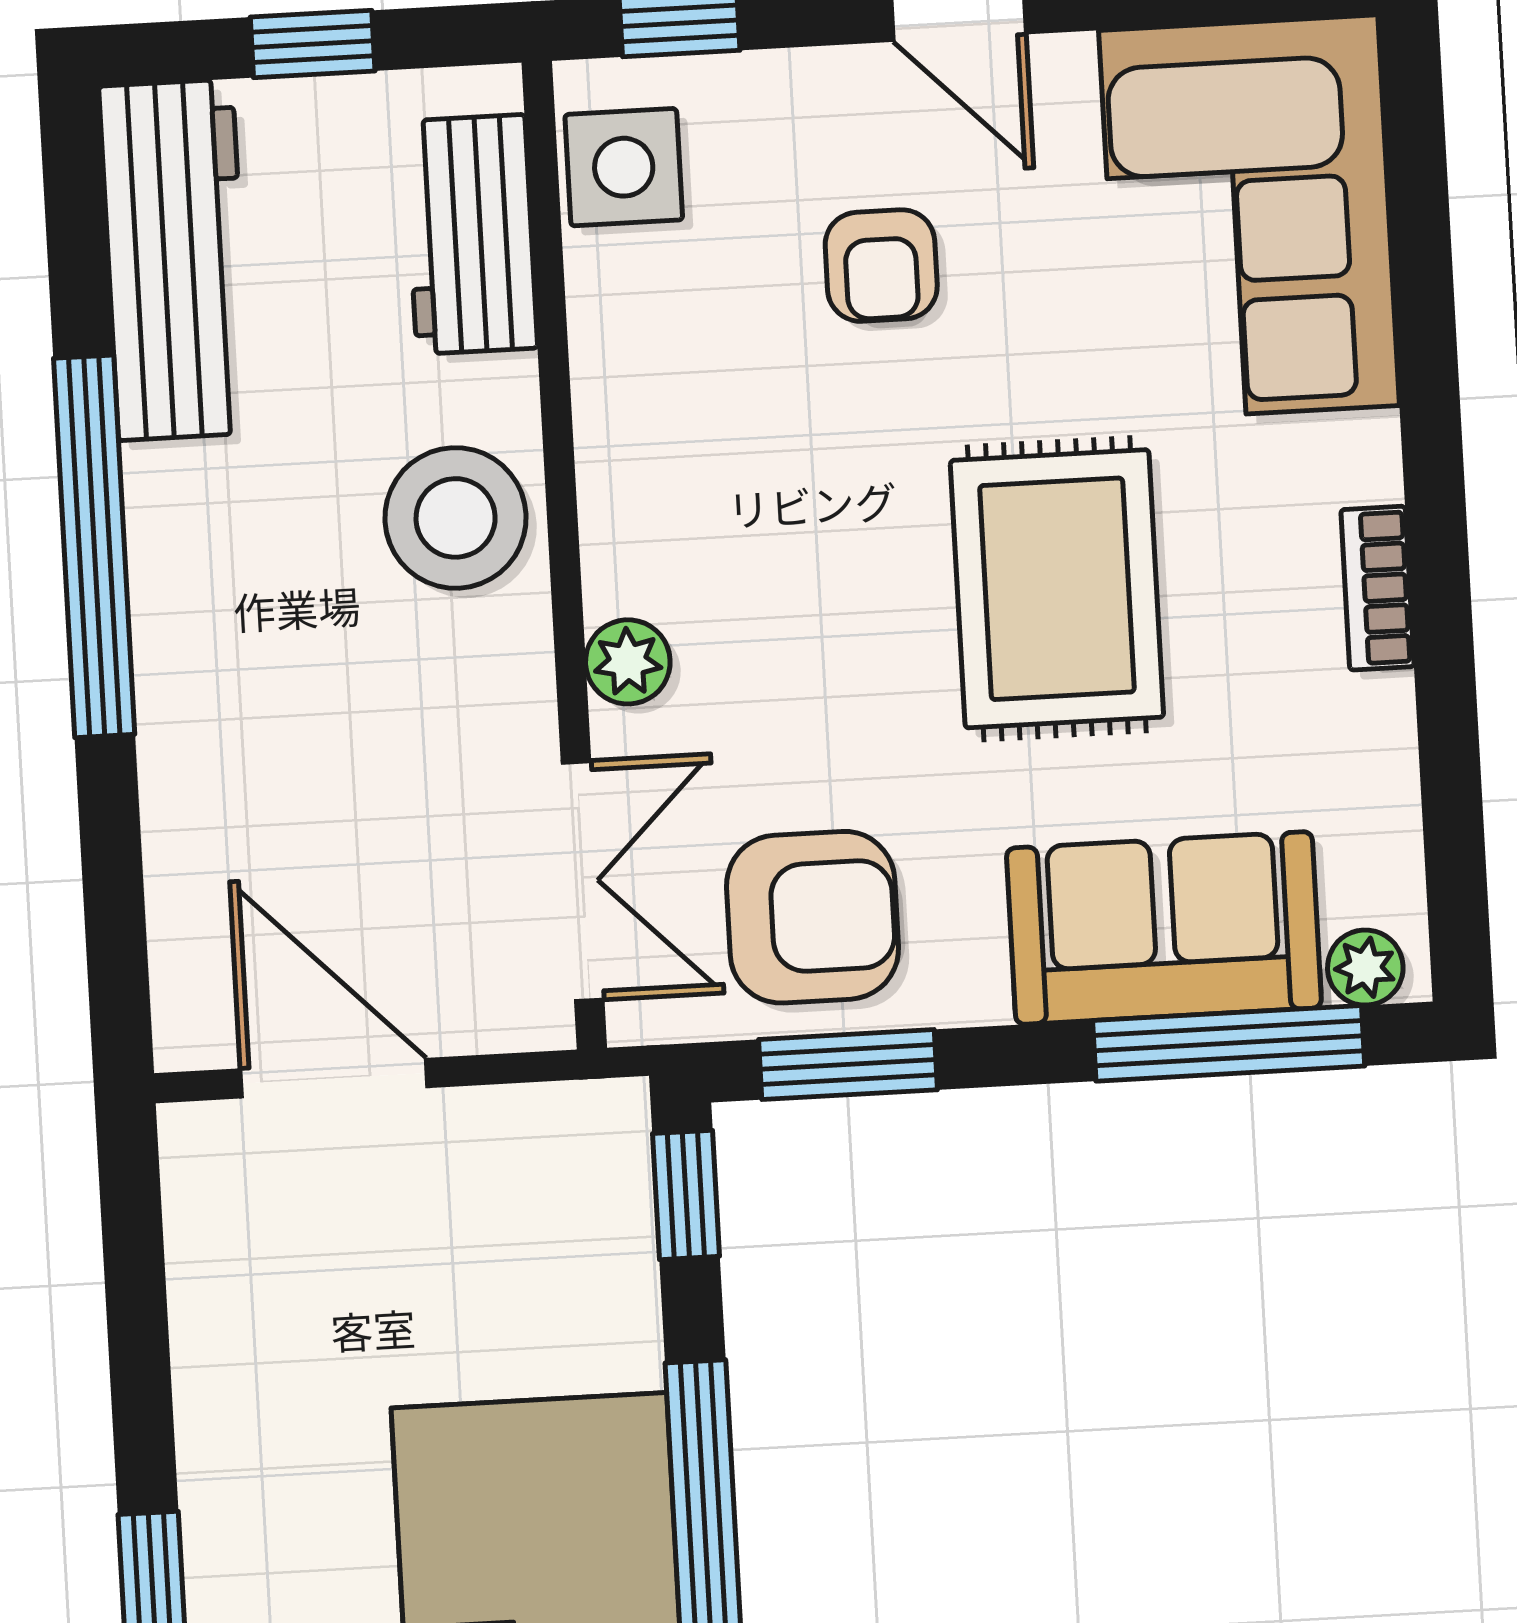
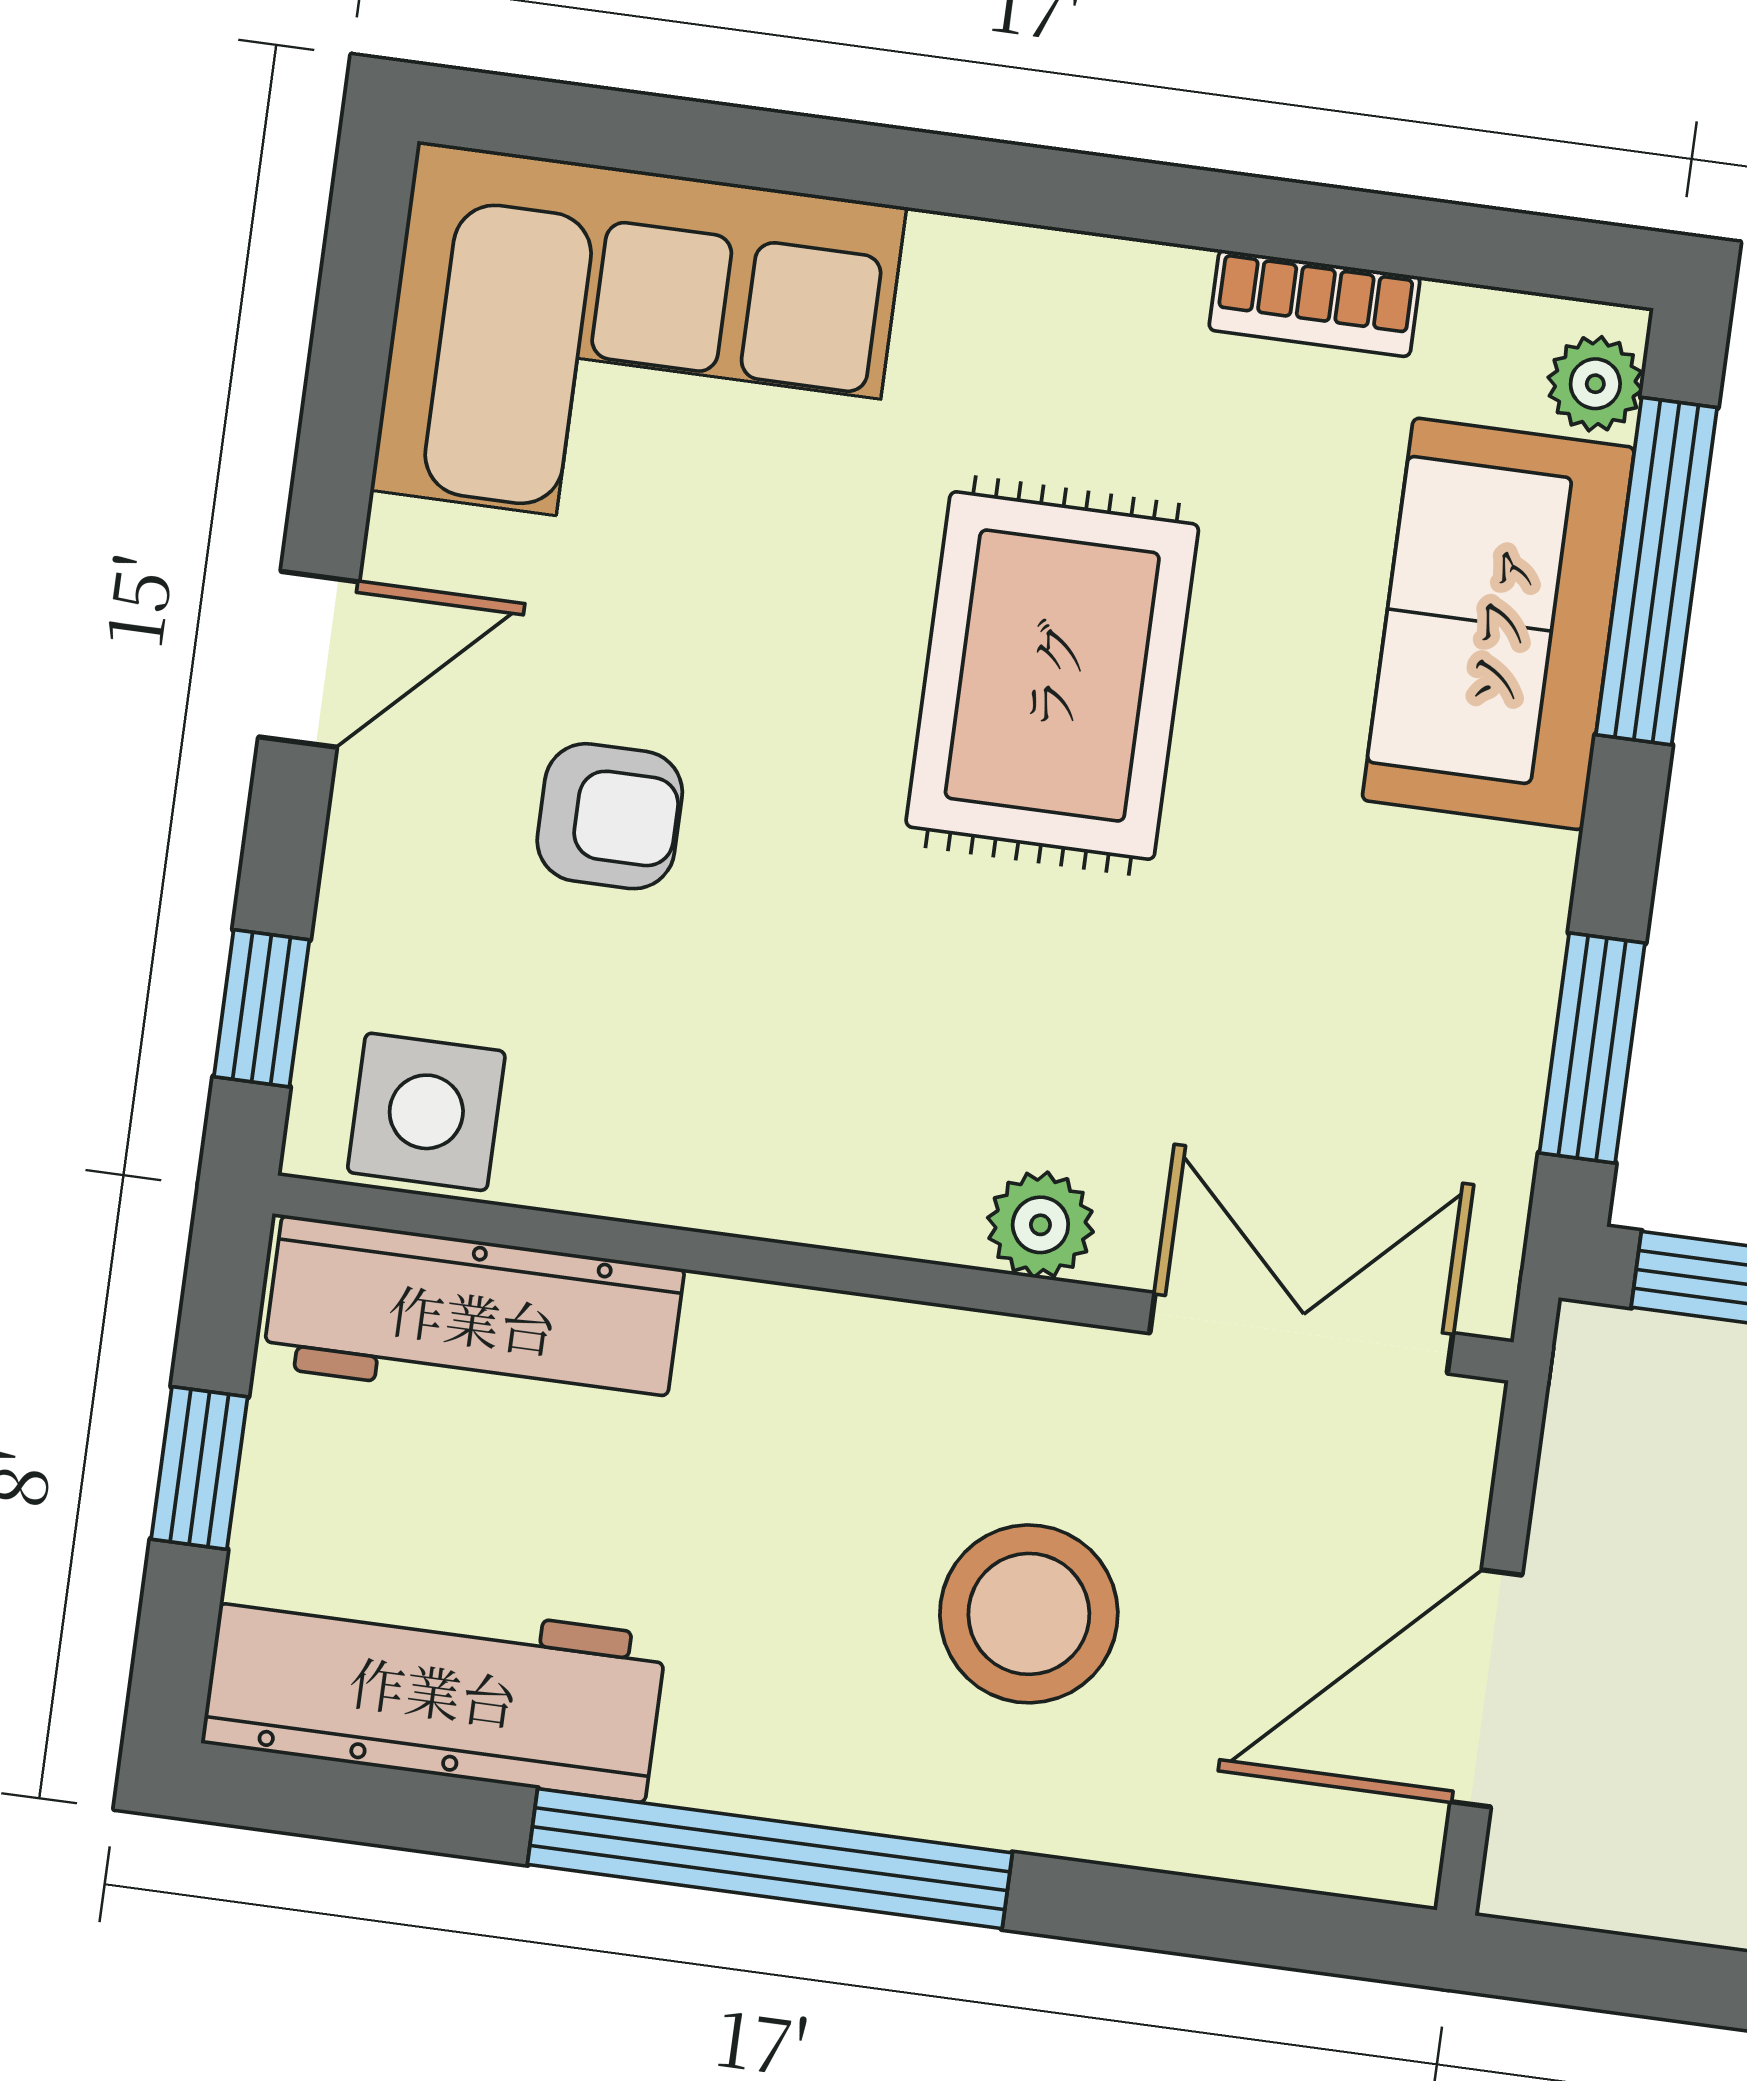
workbench: (471, 234) -> (473, 1318), width x1.38
stool: (456, 518) -> (1029, 1614), moved
bookcase: (1377, 588) -> (1315, 303), moved
rug: (1057, 589) -> (1052, 676), turned 90
armchair: (813, 917) -> (1401, 1057), removed

